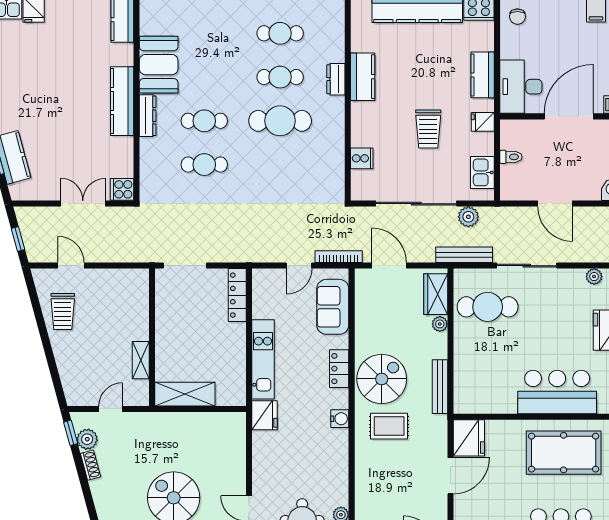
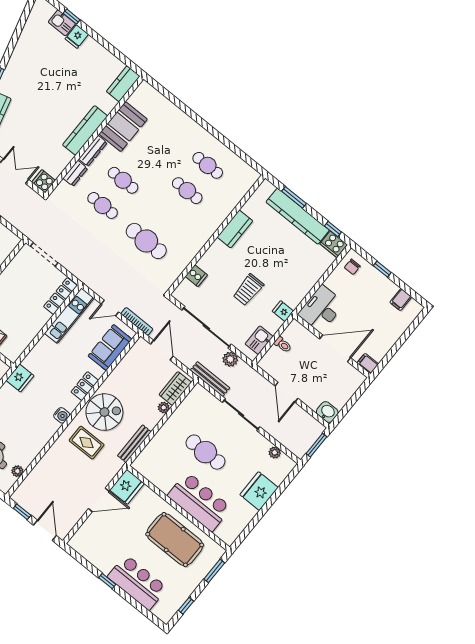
kitchen counter: (483, 75) -> (305, 284), removed
dresser: (336, 79) -> (75, 173), moved, turned 180
cafe table: (280, 121) -> (146, 241), moved
cafe table: (488, 307) -> (205, 452), moved
kitchen unit: (263, 359) -> (69, 316), moved

